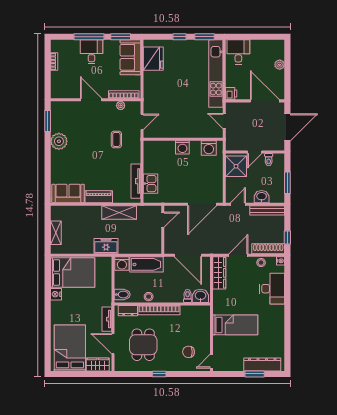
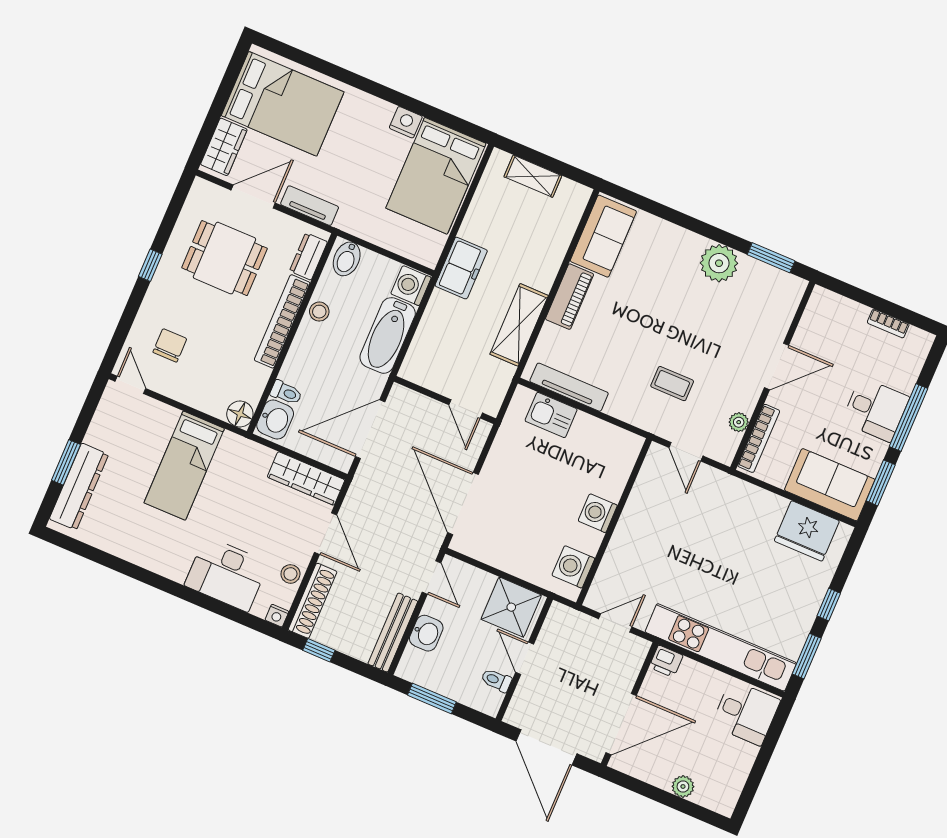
floor lamp: (204, 311) -> (240, 414), added

